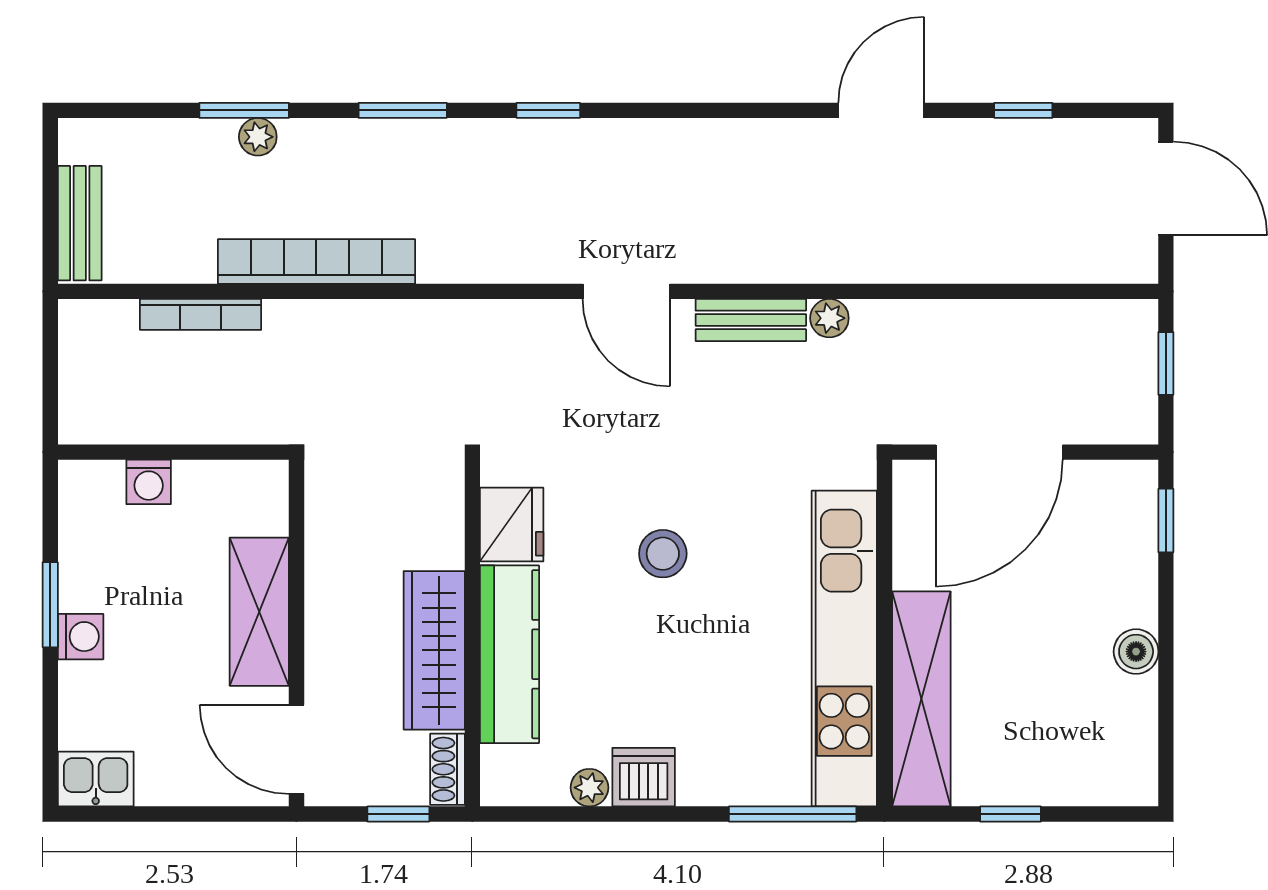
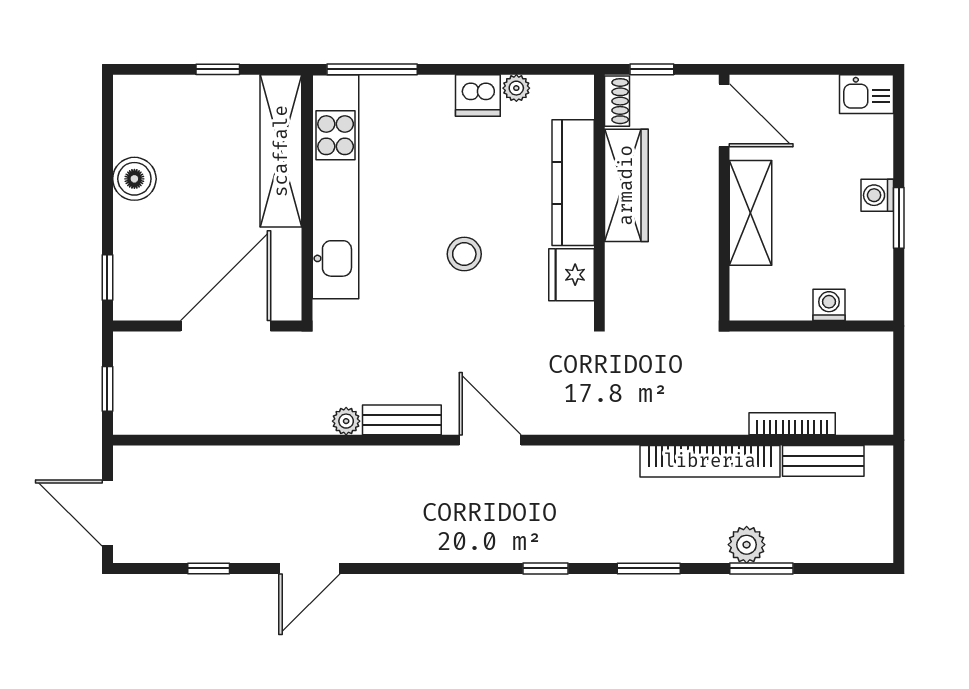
plant: (258, 137) -> (747, 545), width x1.38, depth x1.38
bench: (80, 223) -> (823, 461), moved, turned 90
boiler: (1136, 652) -> (134, 179), width x1.36, depth x1.36

